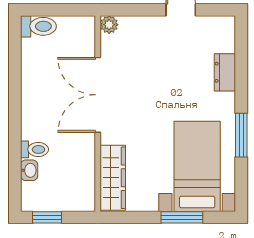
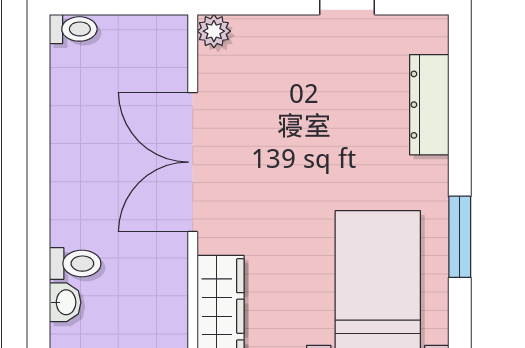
toilet: (38, 26) -> (73, 29), width x0.73, depth x0.72
dresser: (225, 72) -> (429, 105), width x1.44

